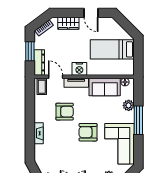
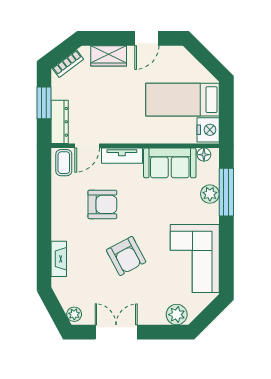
door: (91, 13) -> (147, 38), hinge flipped
nightstand: (79, 69) -> (208, 130), moved, turned -90
door: (56, 77) -> (87, 146), swing flipped
window: (138, 120) -> (226, 192), moved
armchair: (88, 132) -> (126, 256), moved, turned -118
fireplace: (39, 133) -> (59, 259), moved

